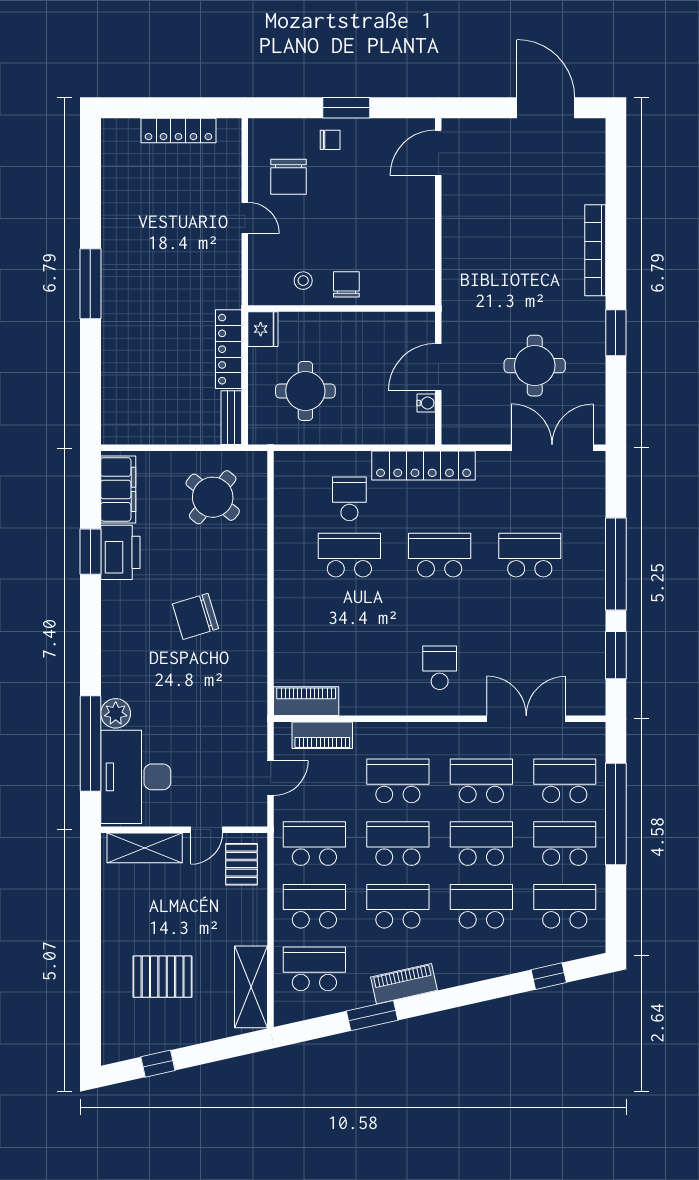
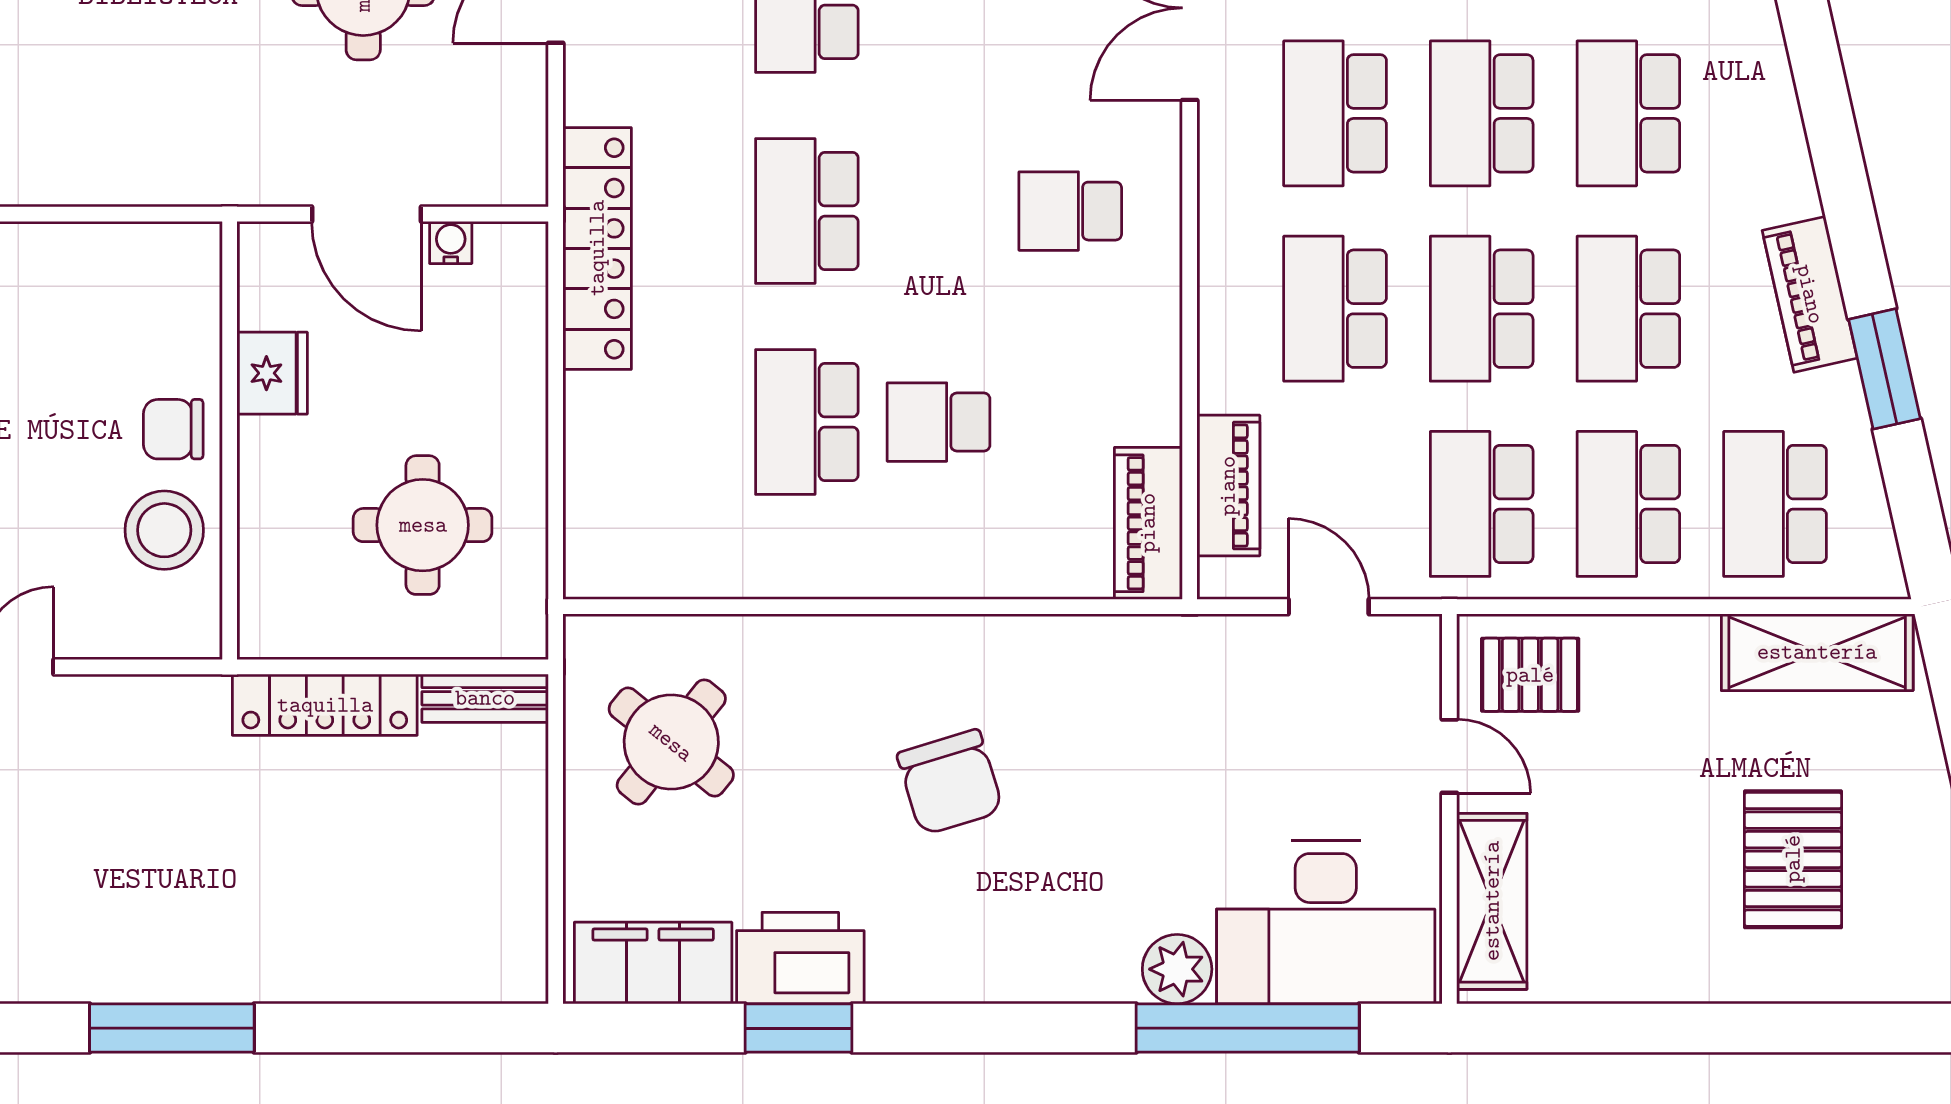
stool: (303, 281) -> (164, 530), width x1.89, depth x1.89
fridge: (263, 329) -> (272, 373), moved, turned 90
school desk: (349, 499) -> (939, 422), moved

